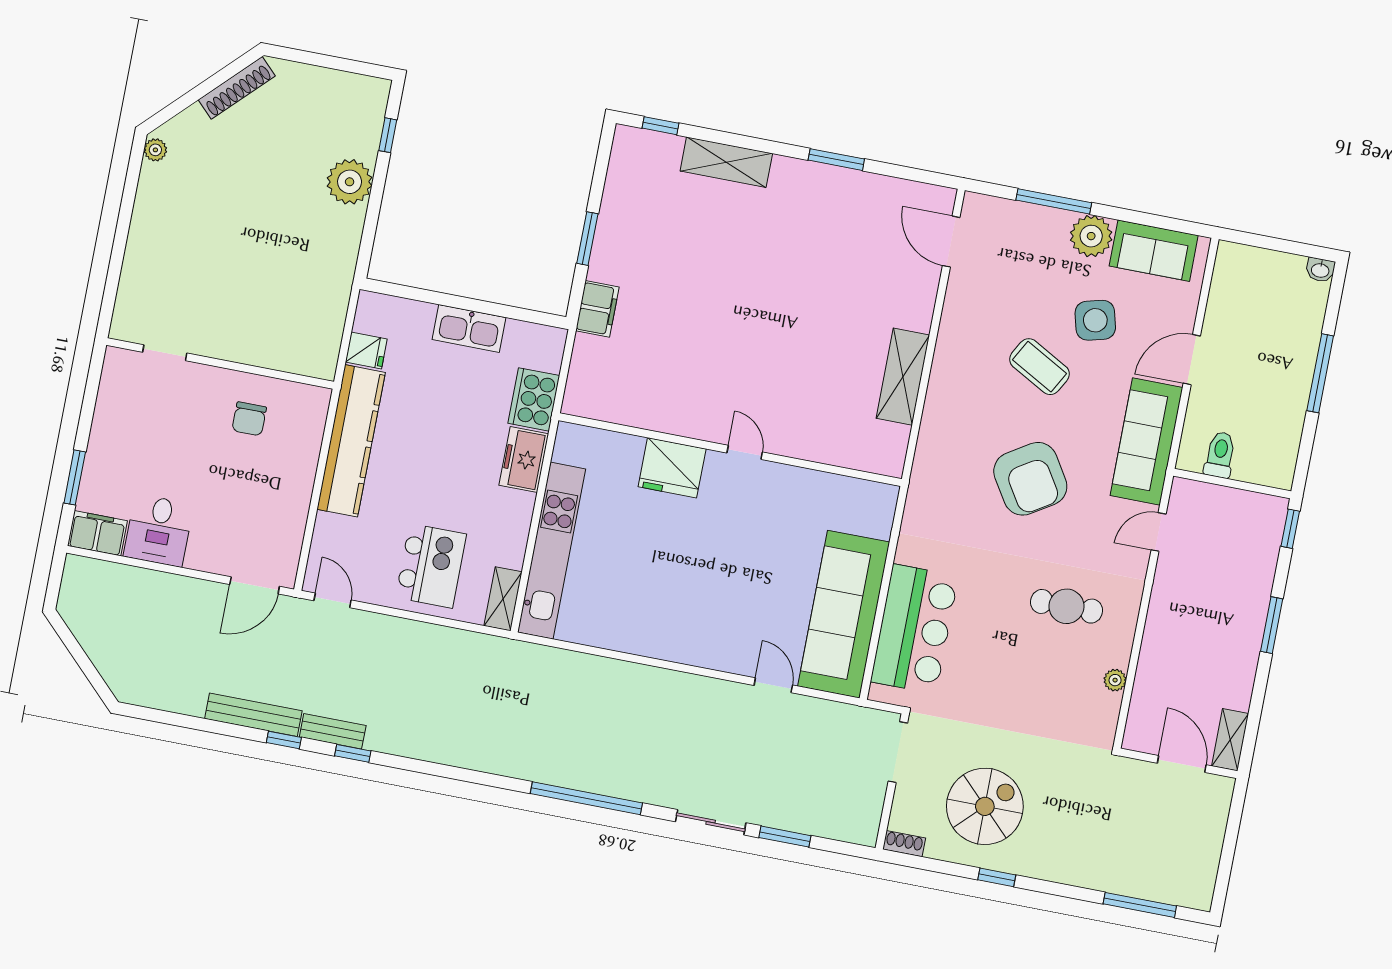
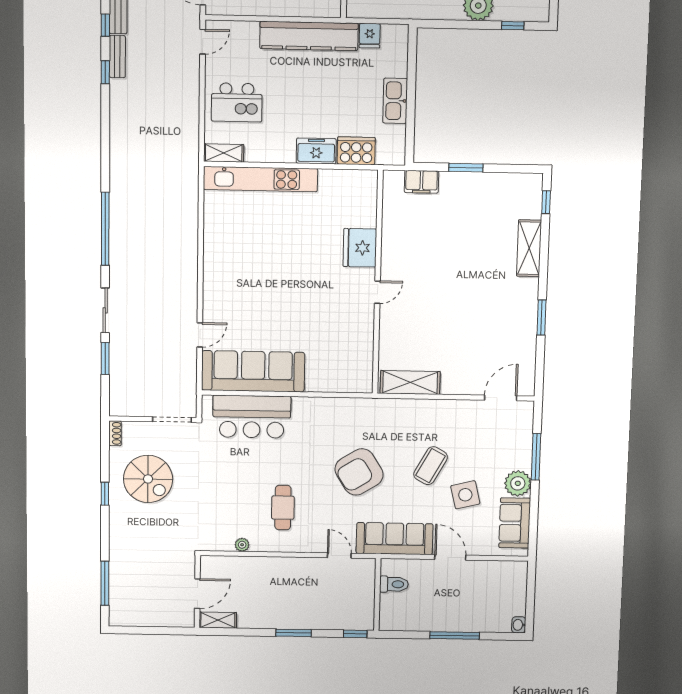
wall: (730, 450) -> (378, 283), moved
door: (745, 452) -> (377, 292), moved
fridge: (672, 468) -> (360, 248), moved

